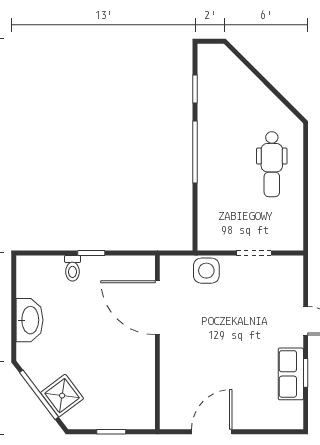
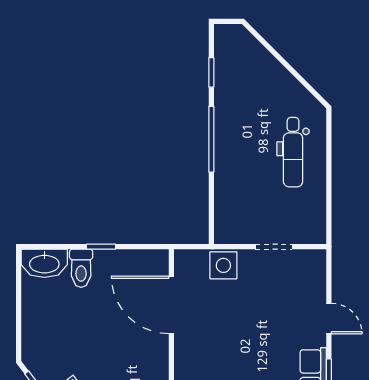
toilet: (73, 268) -> (81, 268), width x1.37, depth x1.39
washbasin: (30, 320) -> (44, 263), moved, turned 90

